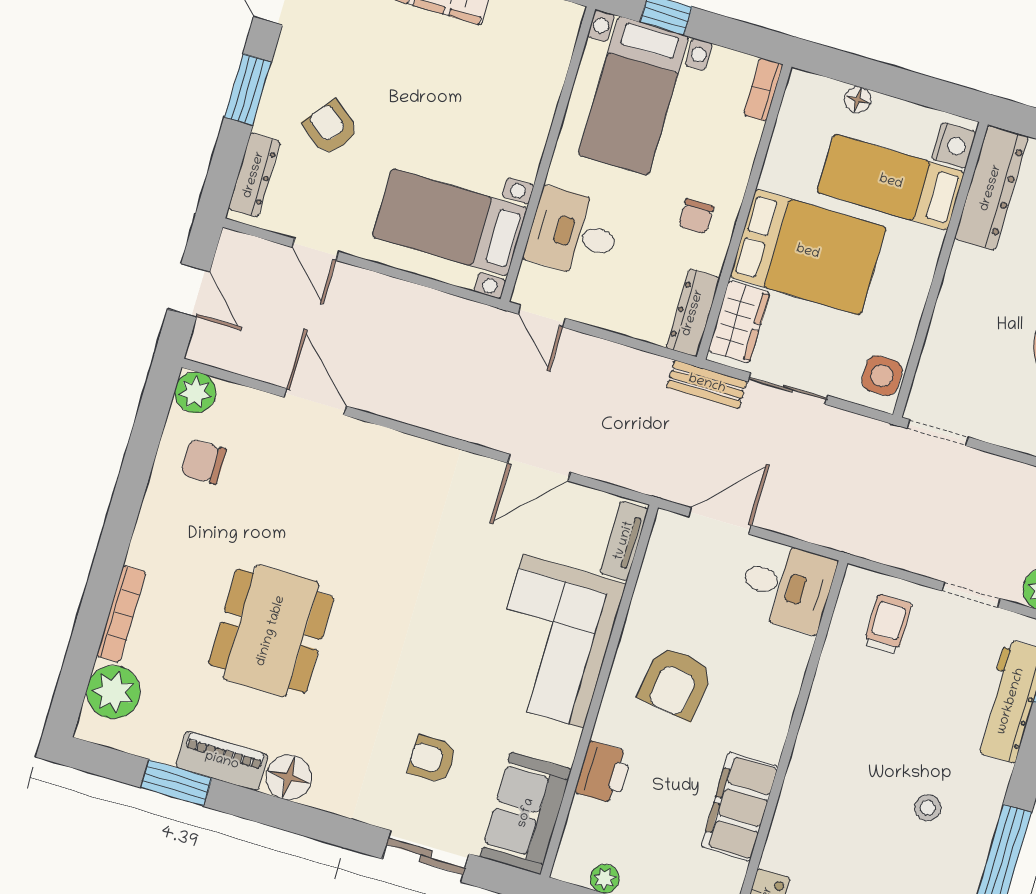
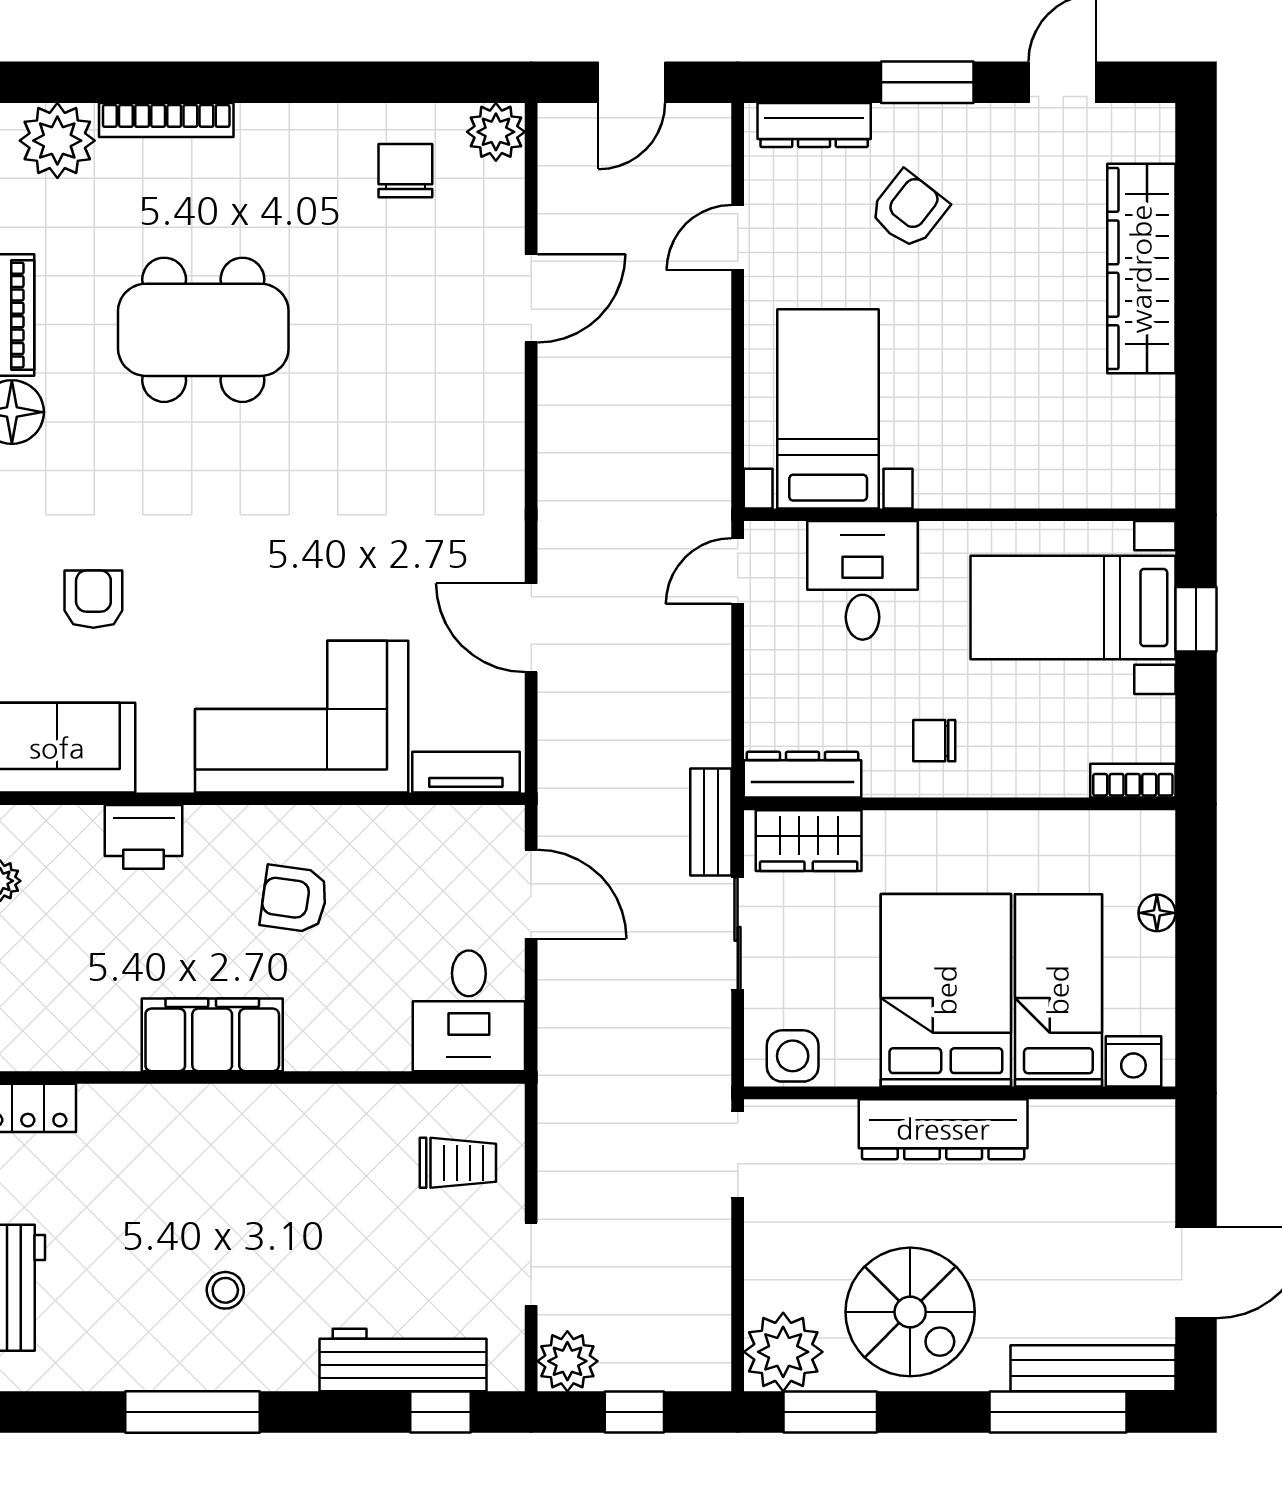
dresser: (991, 188) -> (943, 1129), moved
bed: (808, 252) -> (946, 990), moved, turned 180
armchair: (676, 683) -> (294, 899), width x0.72, depth x0.72
filing cabinet: (740, 807) -> (212, 1035), moved

